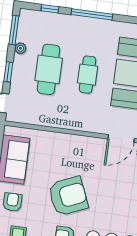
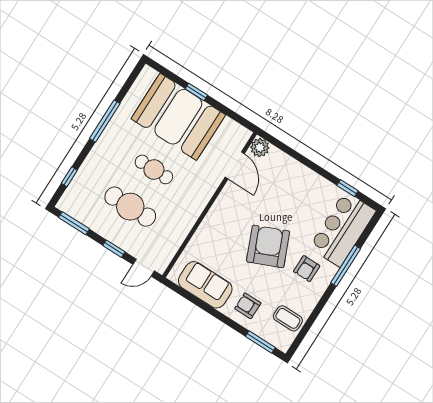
window: (92, 14) -> (105, 121), moved
plant: (20, 48) -> (96, 225), removed

